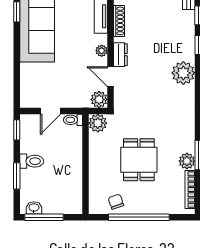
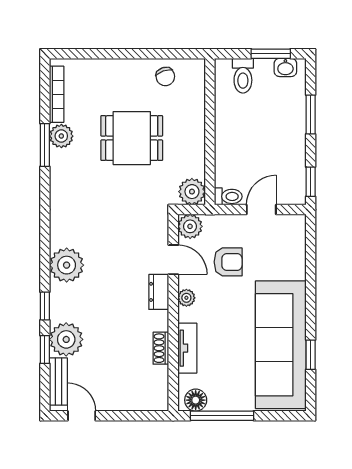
shoe rack: (119, 21) -> (161, 348), width x0.70
plant: (184, 22) -> (66, 339), added
armchair: (73, 75) -> (228, 262), added
dining table: (139, 160) -> (132, 138), turned 90
toilet: (32, 161) -> (243, 76), moved, turned -90
window: (44, 217) -> (271, 54), width x0.69
window: (139, 217) -> (132, 54), removed

